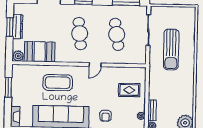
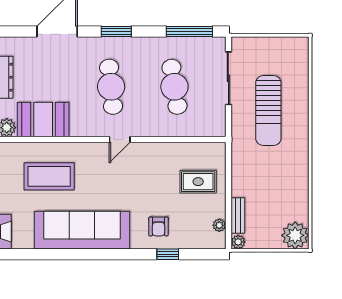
door: (95, 65) -> (120, 139), moved
coffee table: (58, 83) -> (49, 176), moved

